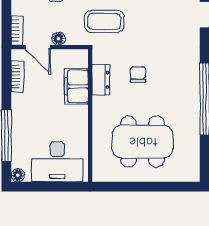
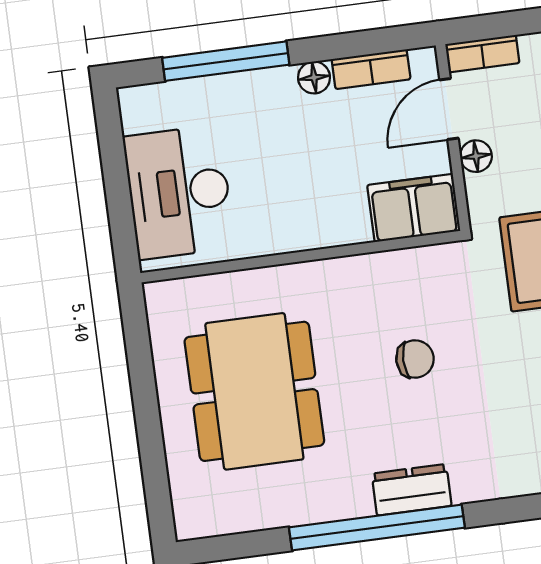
dresser: (101, 80) -> (412, 490), moved, turned 180
filing cabinet: (76, 86) -> (414, 208), moved
floor lamp: (18, 175) -> (314, 78), moved

